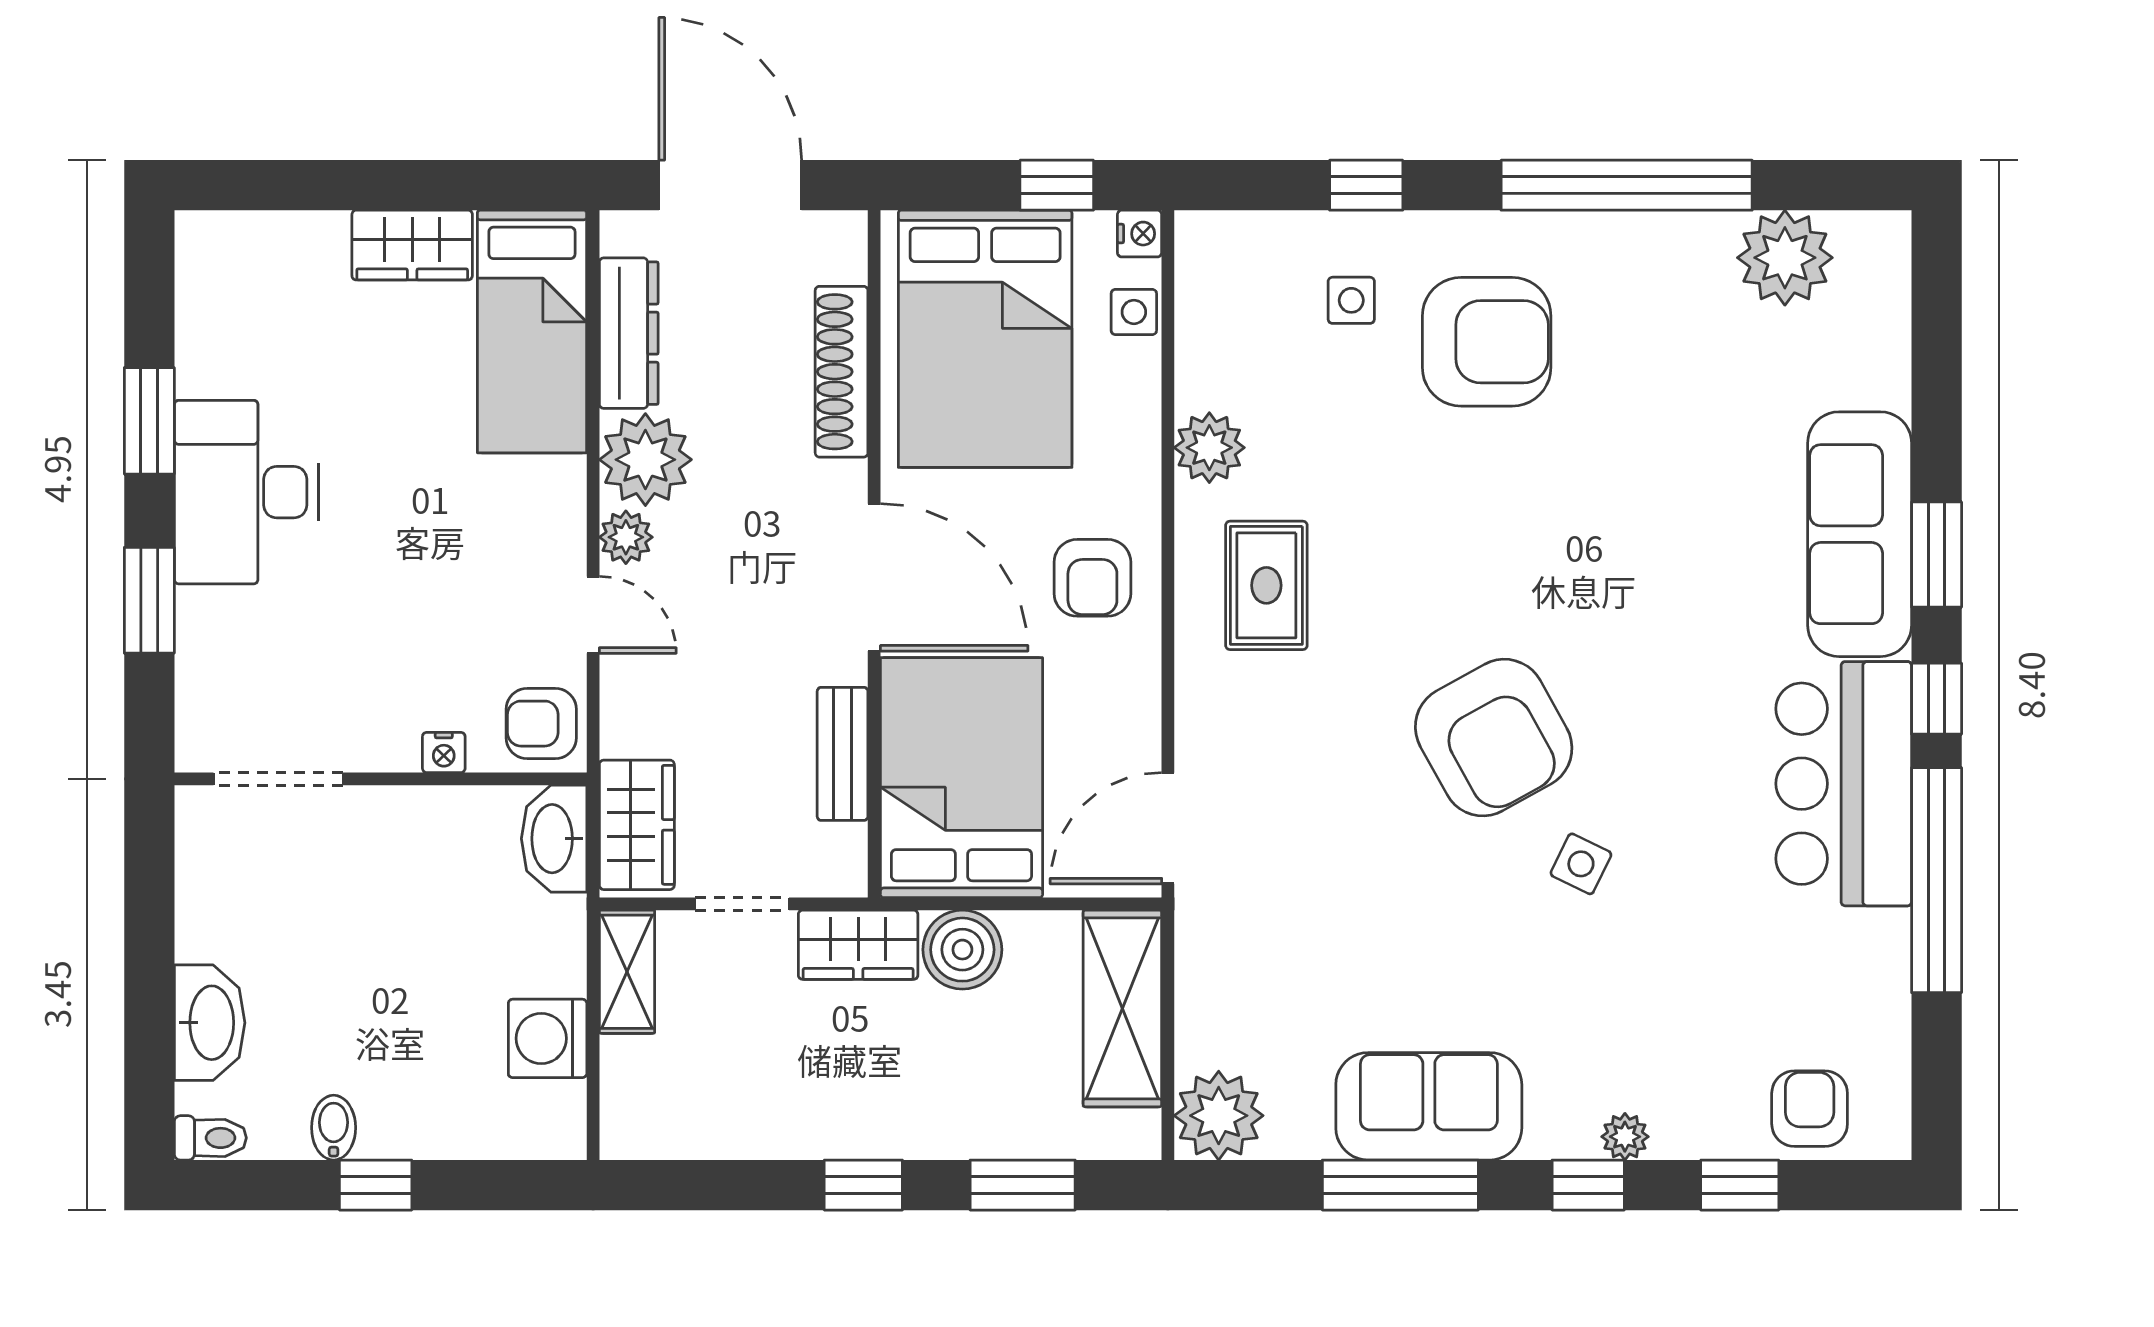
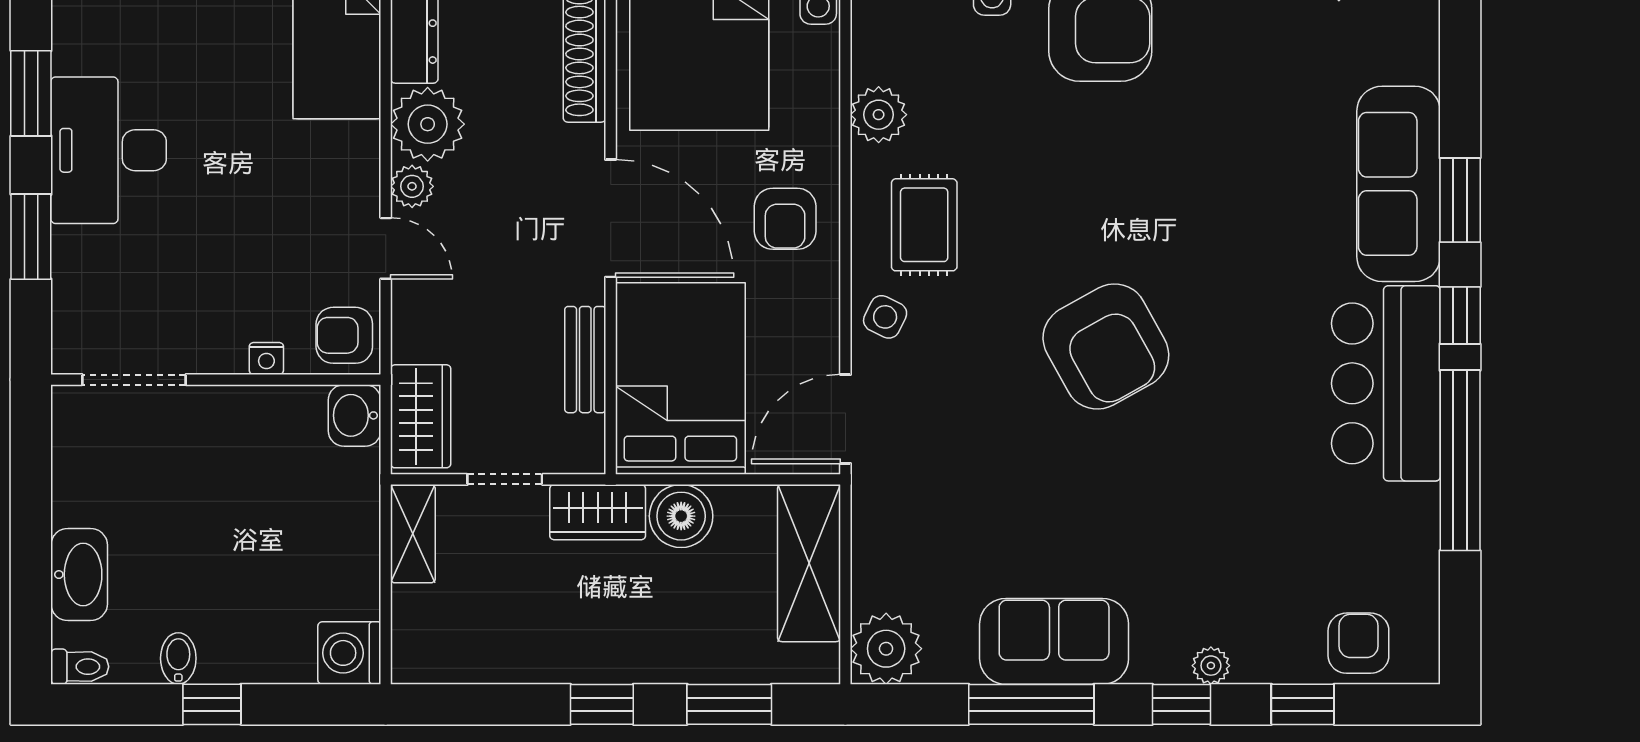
washbasin: (554, 839) -> (355, 415), width x0.72
side table: (1581, 864) -> (885, 317), moved
washing machine: (548, 1038) -> (349, 653), moved

